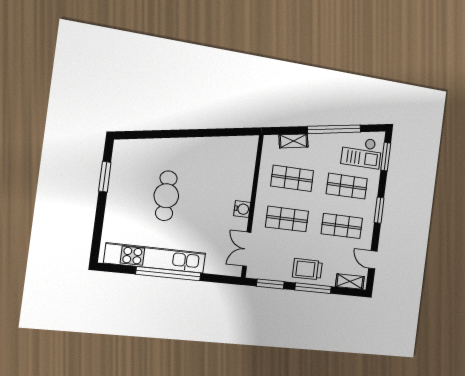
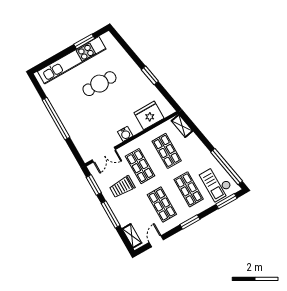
window: (334, 129) -> (227, 167), moved
window: (199, 133) -> (150, 75), added
shelving: (294, 141) -> (182, 126), moved
fridge: (242, 168) -> (149, 115), added
double door: (247, 249) -> (104, 155), swing flipped
kitchen unit: (155, 258) -> (72, 60), moved, turned 90
trolley: (307, 269) -> (122, 187), moved, turned -90

